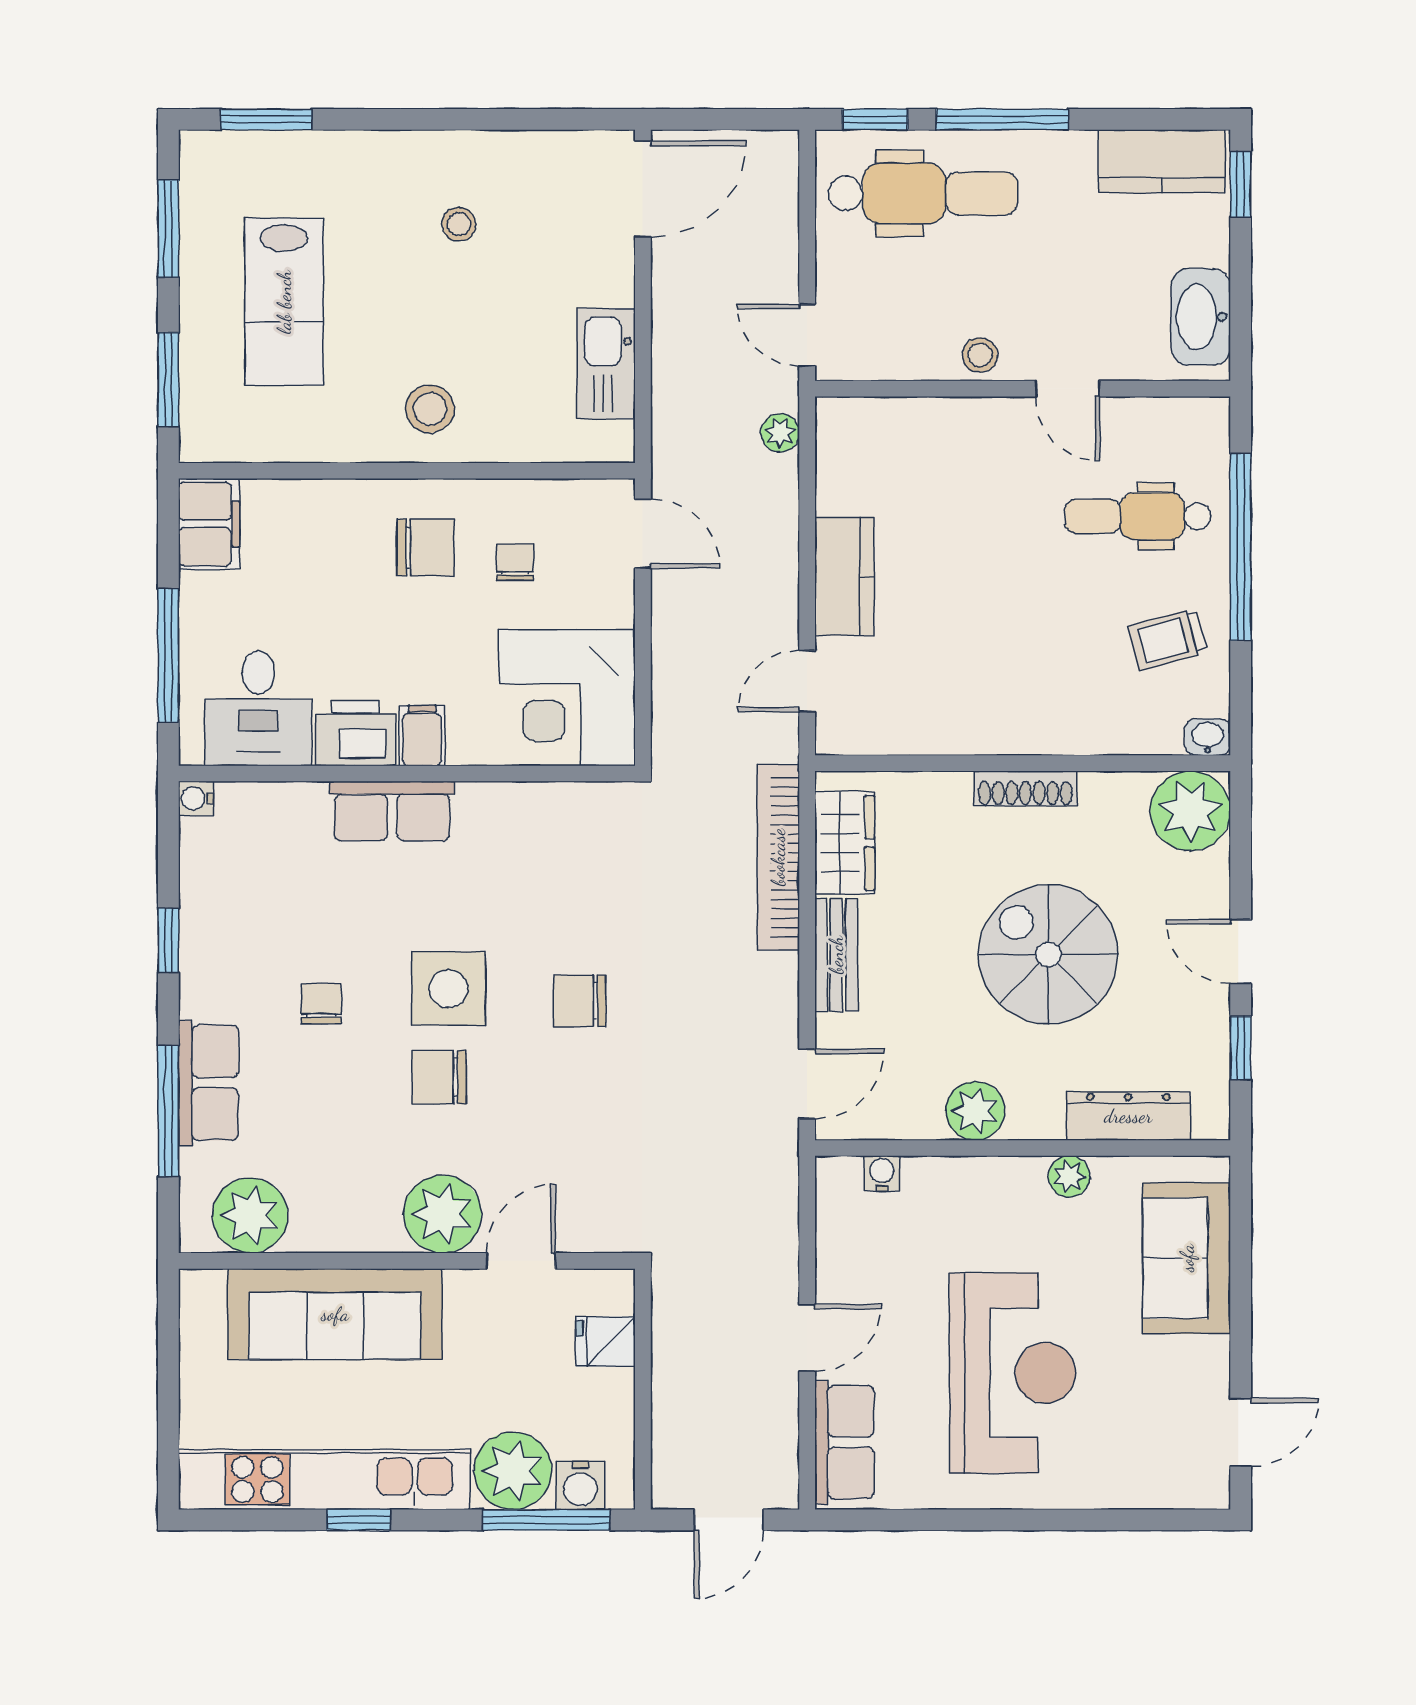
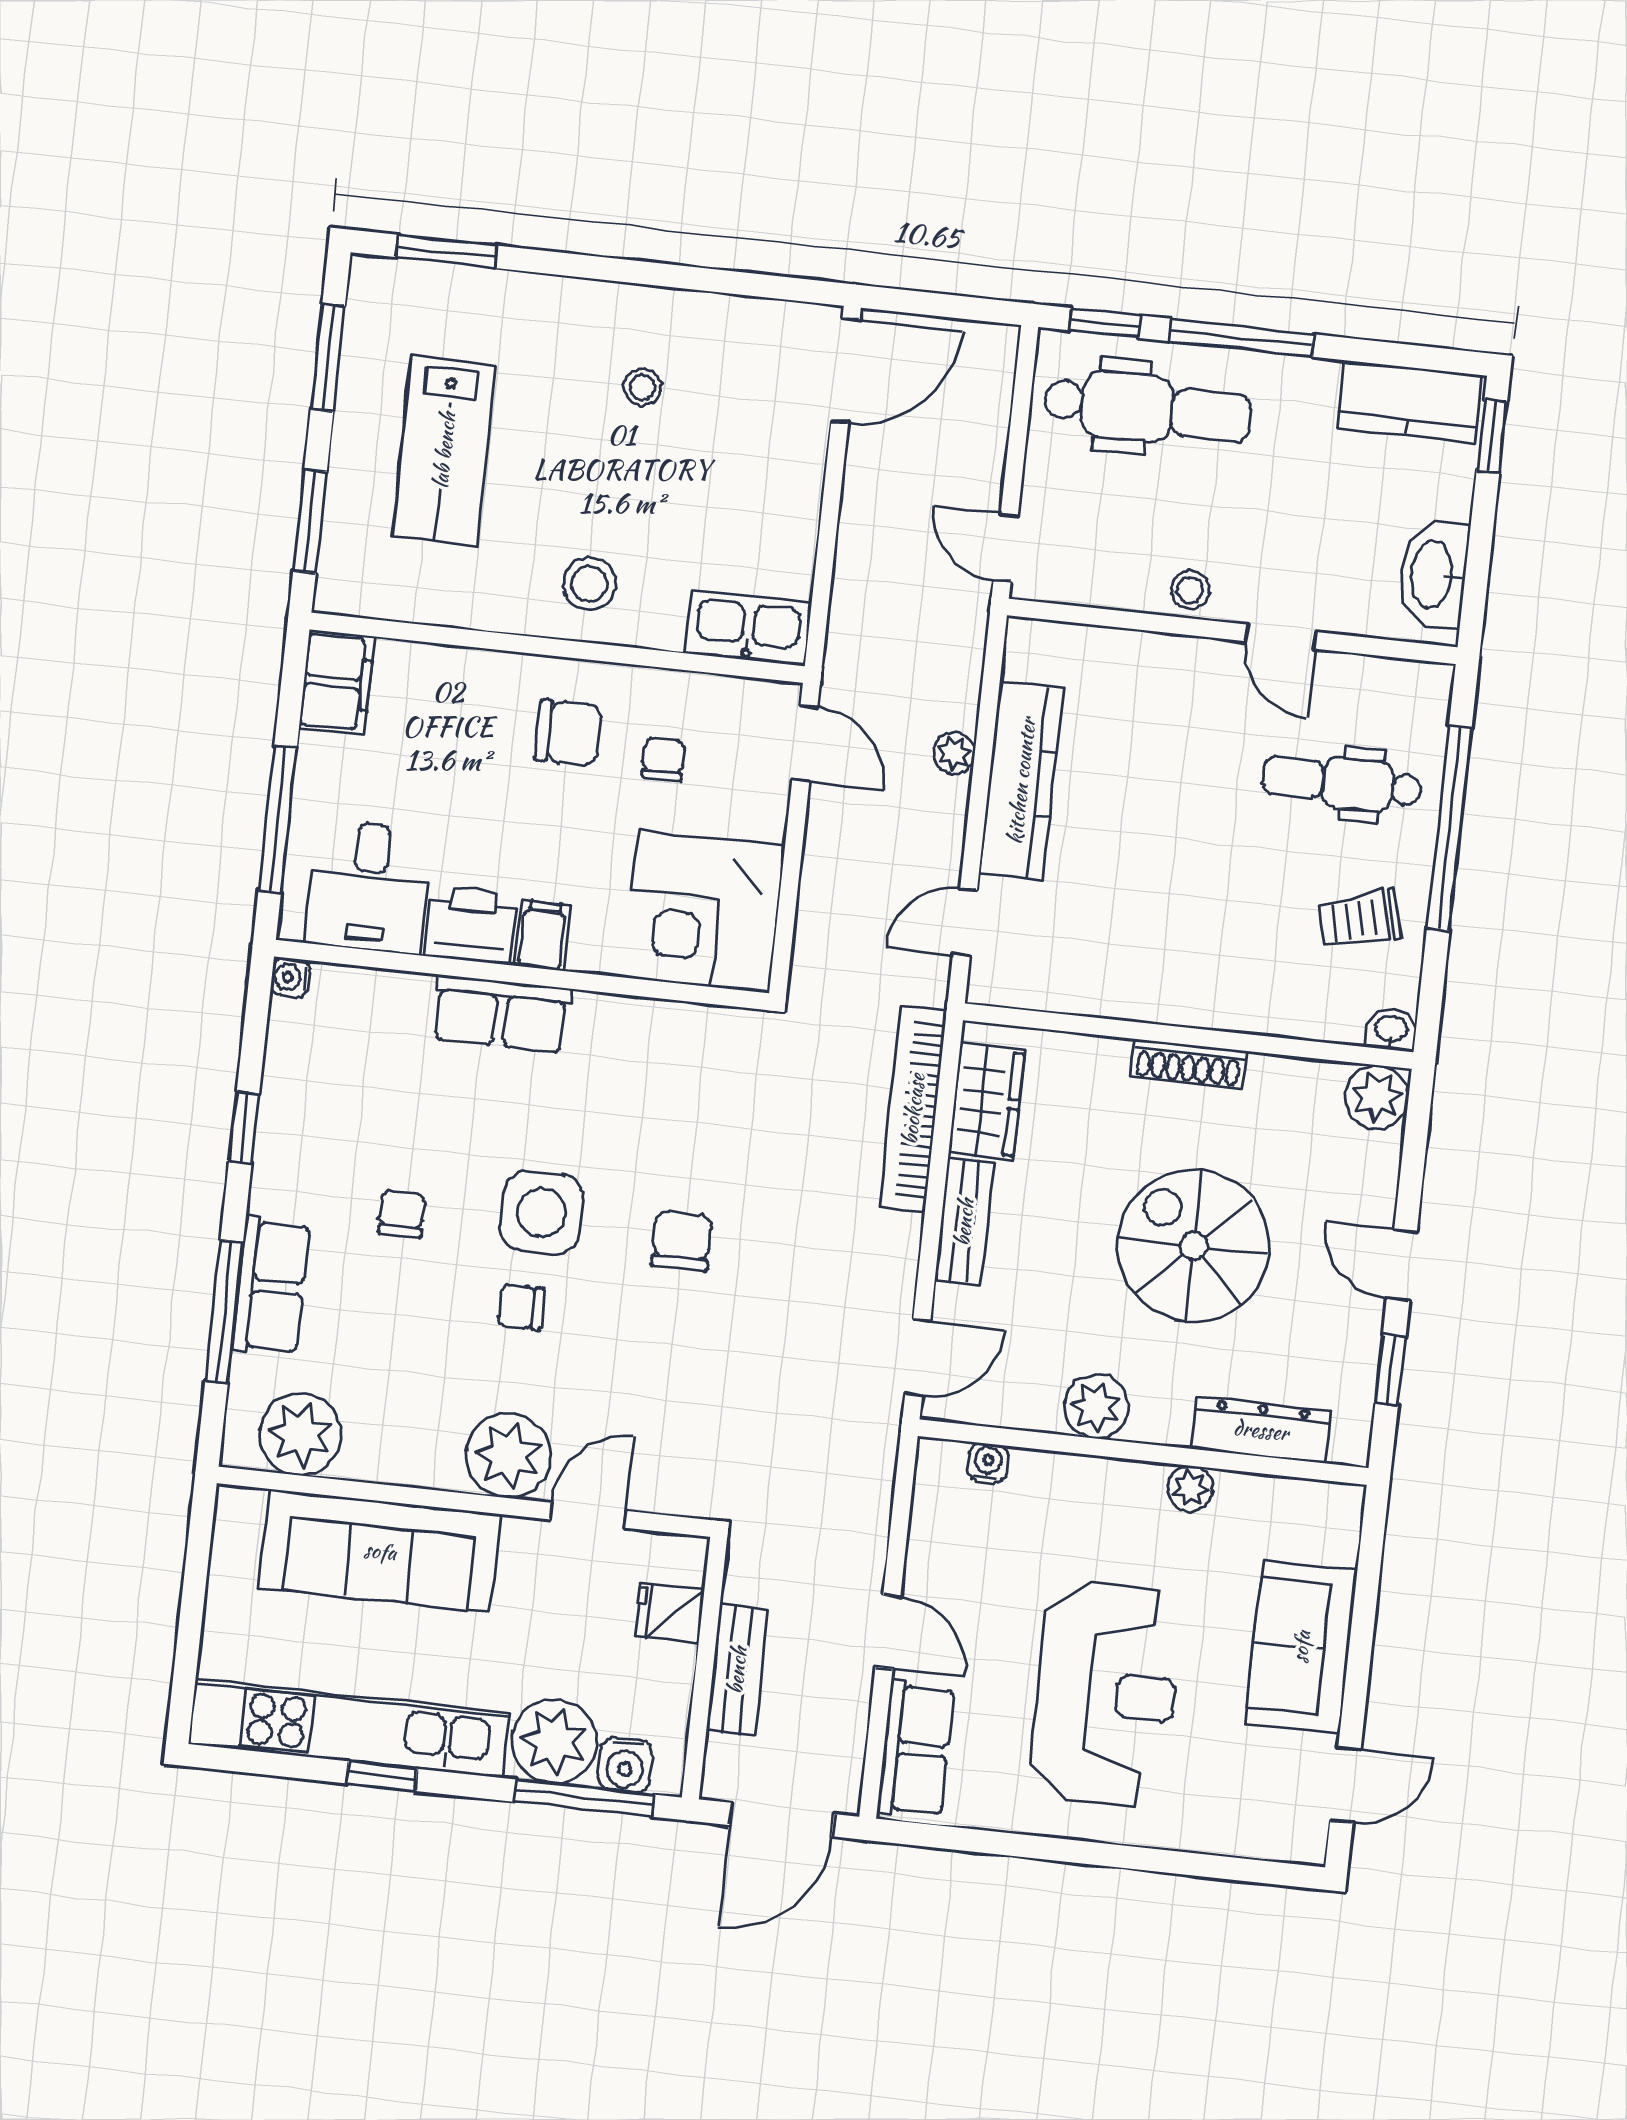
kitchen sink: (606, 364) -> (748, 628), moved, turned 90
plant: (780, 433) -> (954, 753), moved
kitchen counter: (844, 576) -> (1021, 781), width x1.50
plant: (1190, 811) -> (1377, 1097), width x0.73, depth x0.73
chair: (580, 1001) -> (682, 1241), turned 90
chair: (439, 1077) -> (521, 1307), width x0.73, depth x0.73
sofa: (1187, 1258) -> (1301, 1647), moved
door: (807, 1338) -> (888, 1632), hinge flipped
bench: (673, 1387) -> (737, 1670), added
door: (729, 1520) -> (782, 1820), width x1.38

